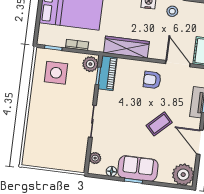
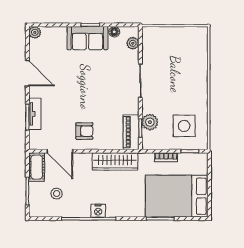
stool: (172, 11) -> (57, 194), moved
plant: (90, 64) -> (150, 122), moved
coffee table: (159, 124) -> (71, 87), removed
plant: (183, 175) -> (35, 32), width x0.53, depth x0.53

